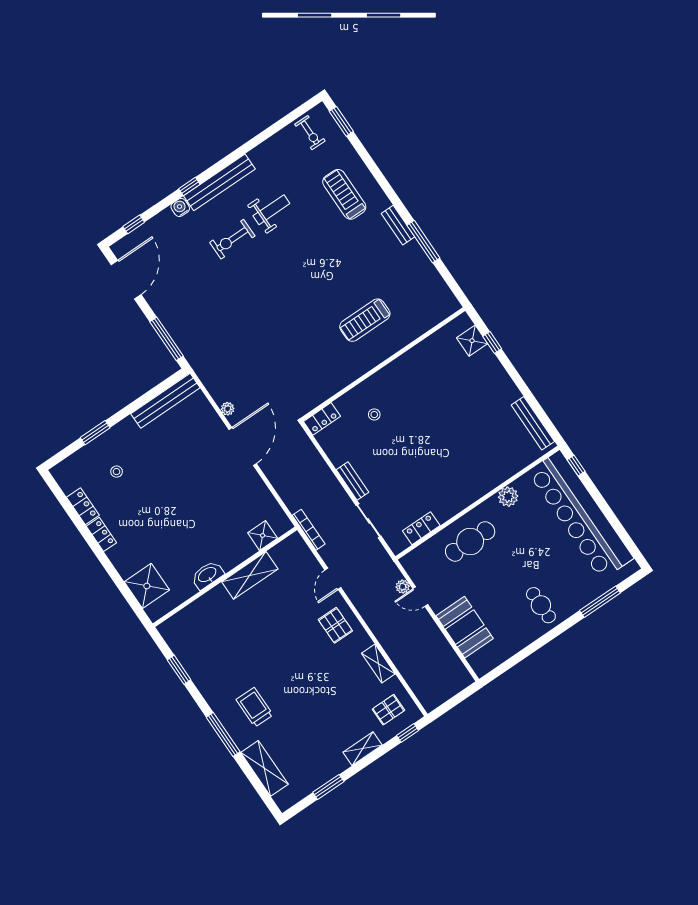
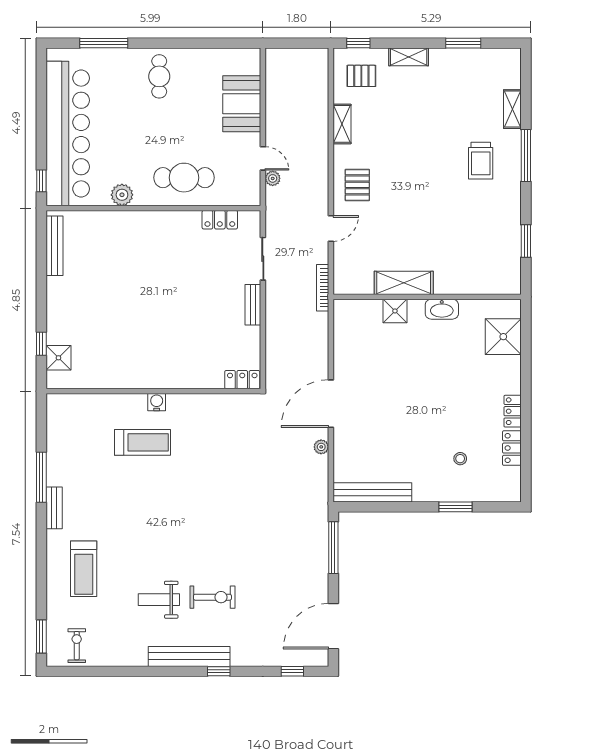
water cooler: (180, 208) -> (157, 402), moved, turned 180
stool: (374, 415) -> (192, 351), removed
shower: (263, 535) -> (395, 311), moved
shelving: (264, 768) -> (512, 109), width x0.67, depth x0.75

